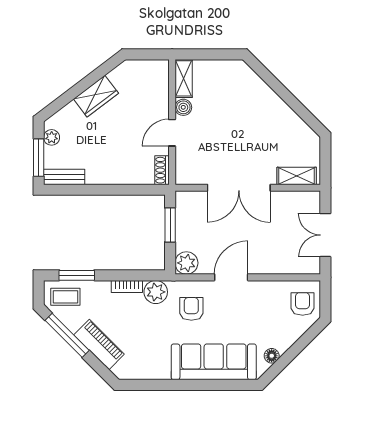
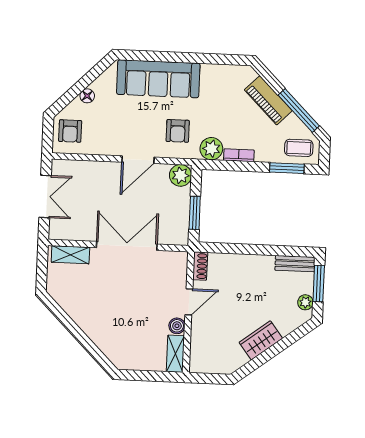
floor lamp: (272, 356) -> (87, 96), moved

